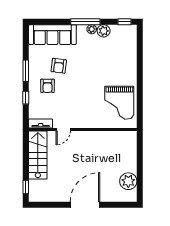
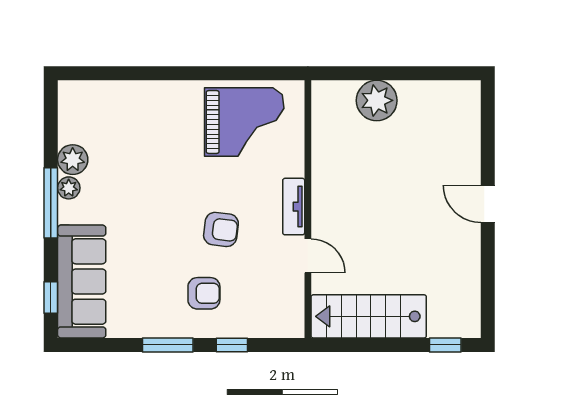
window: (124, 22) -> (51, 297), moved
armchair: (59, 66) -> (221, 229), moved
tv unit: (41, 123) -> (294, 207), moved
plant: (128, 181) -> (377, 100), moved
door: (85, 205) -> (488, 204), width x0.53

